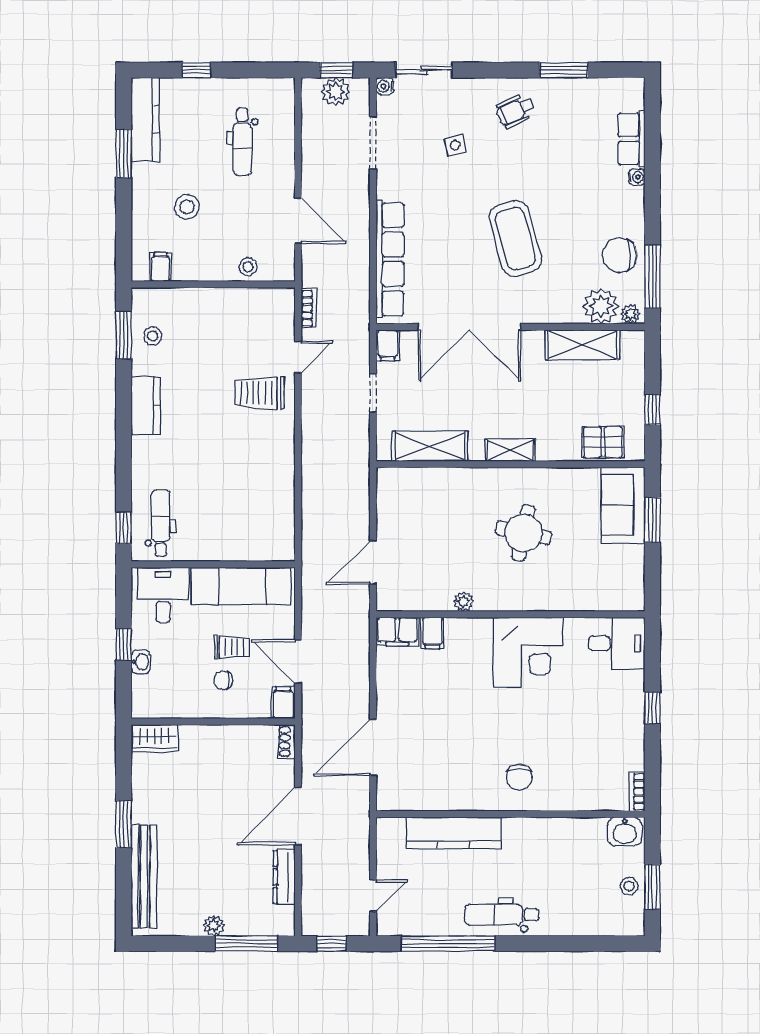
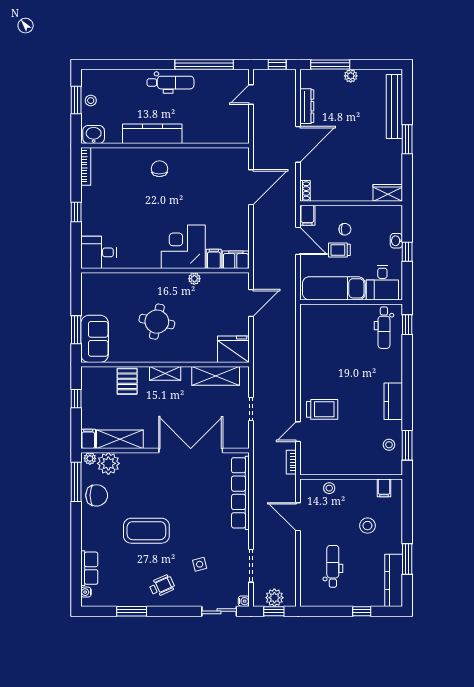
water cooler: (637, 177) -> (86, 592), moved
coffee table: (515, 238) -> (146, 531), moved, turned -75
filing cabinet: (388, 345) -> (88, 439), moved
pallet: (603, 442) -> (127, 381), moved, turned 90
fridge: (401, 489) -> (233, 349), added
corner desk: (528, 652) -> (183, 247), moved
bookcase: (637, 792) -> (86, 166), width x1.56
kitchen counter: (453, 833) -> (152, 134), moved

